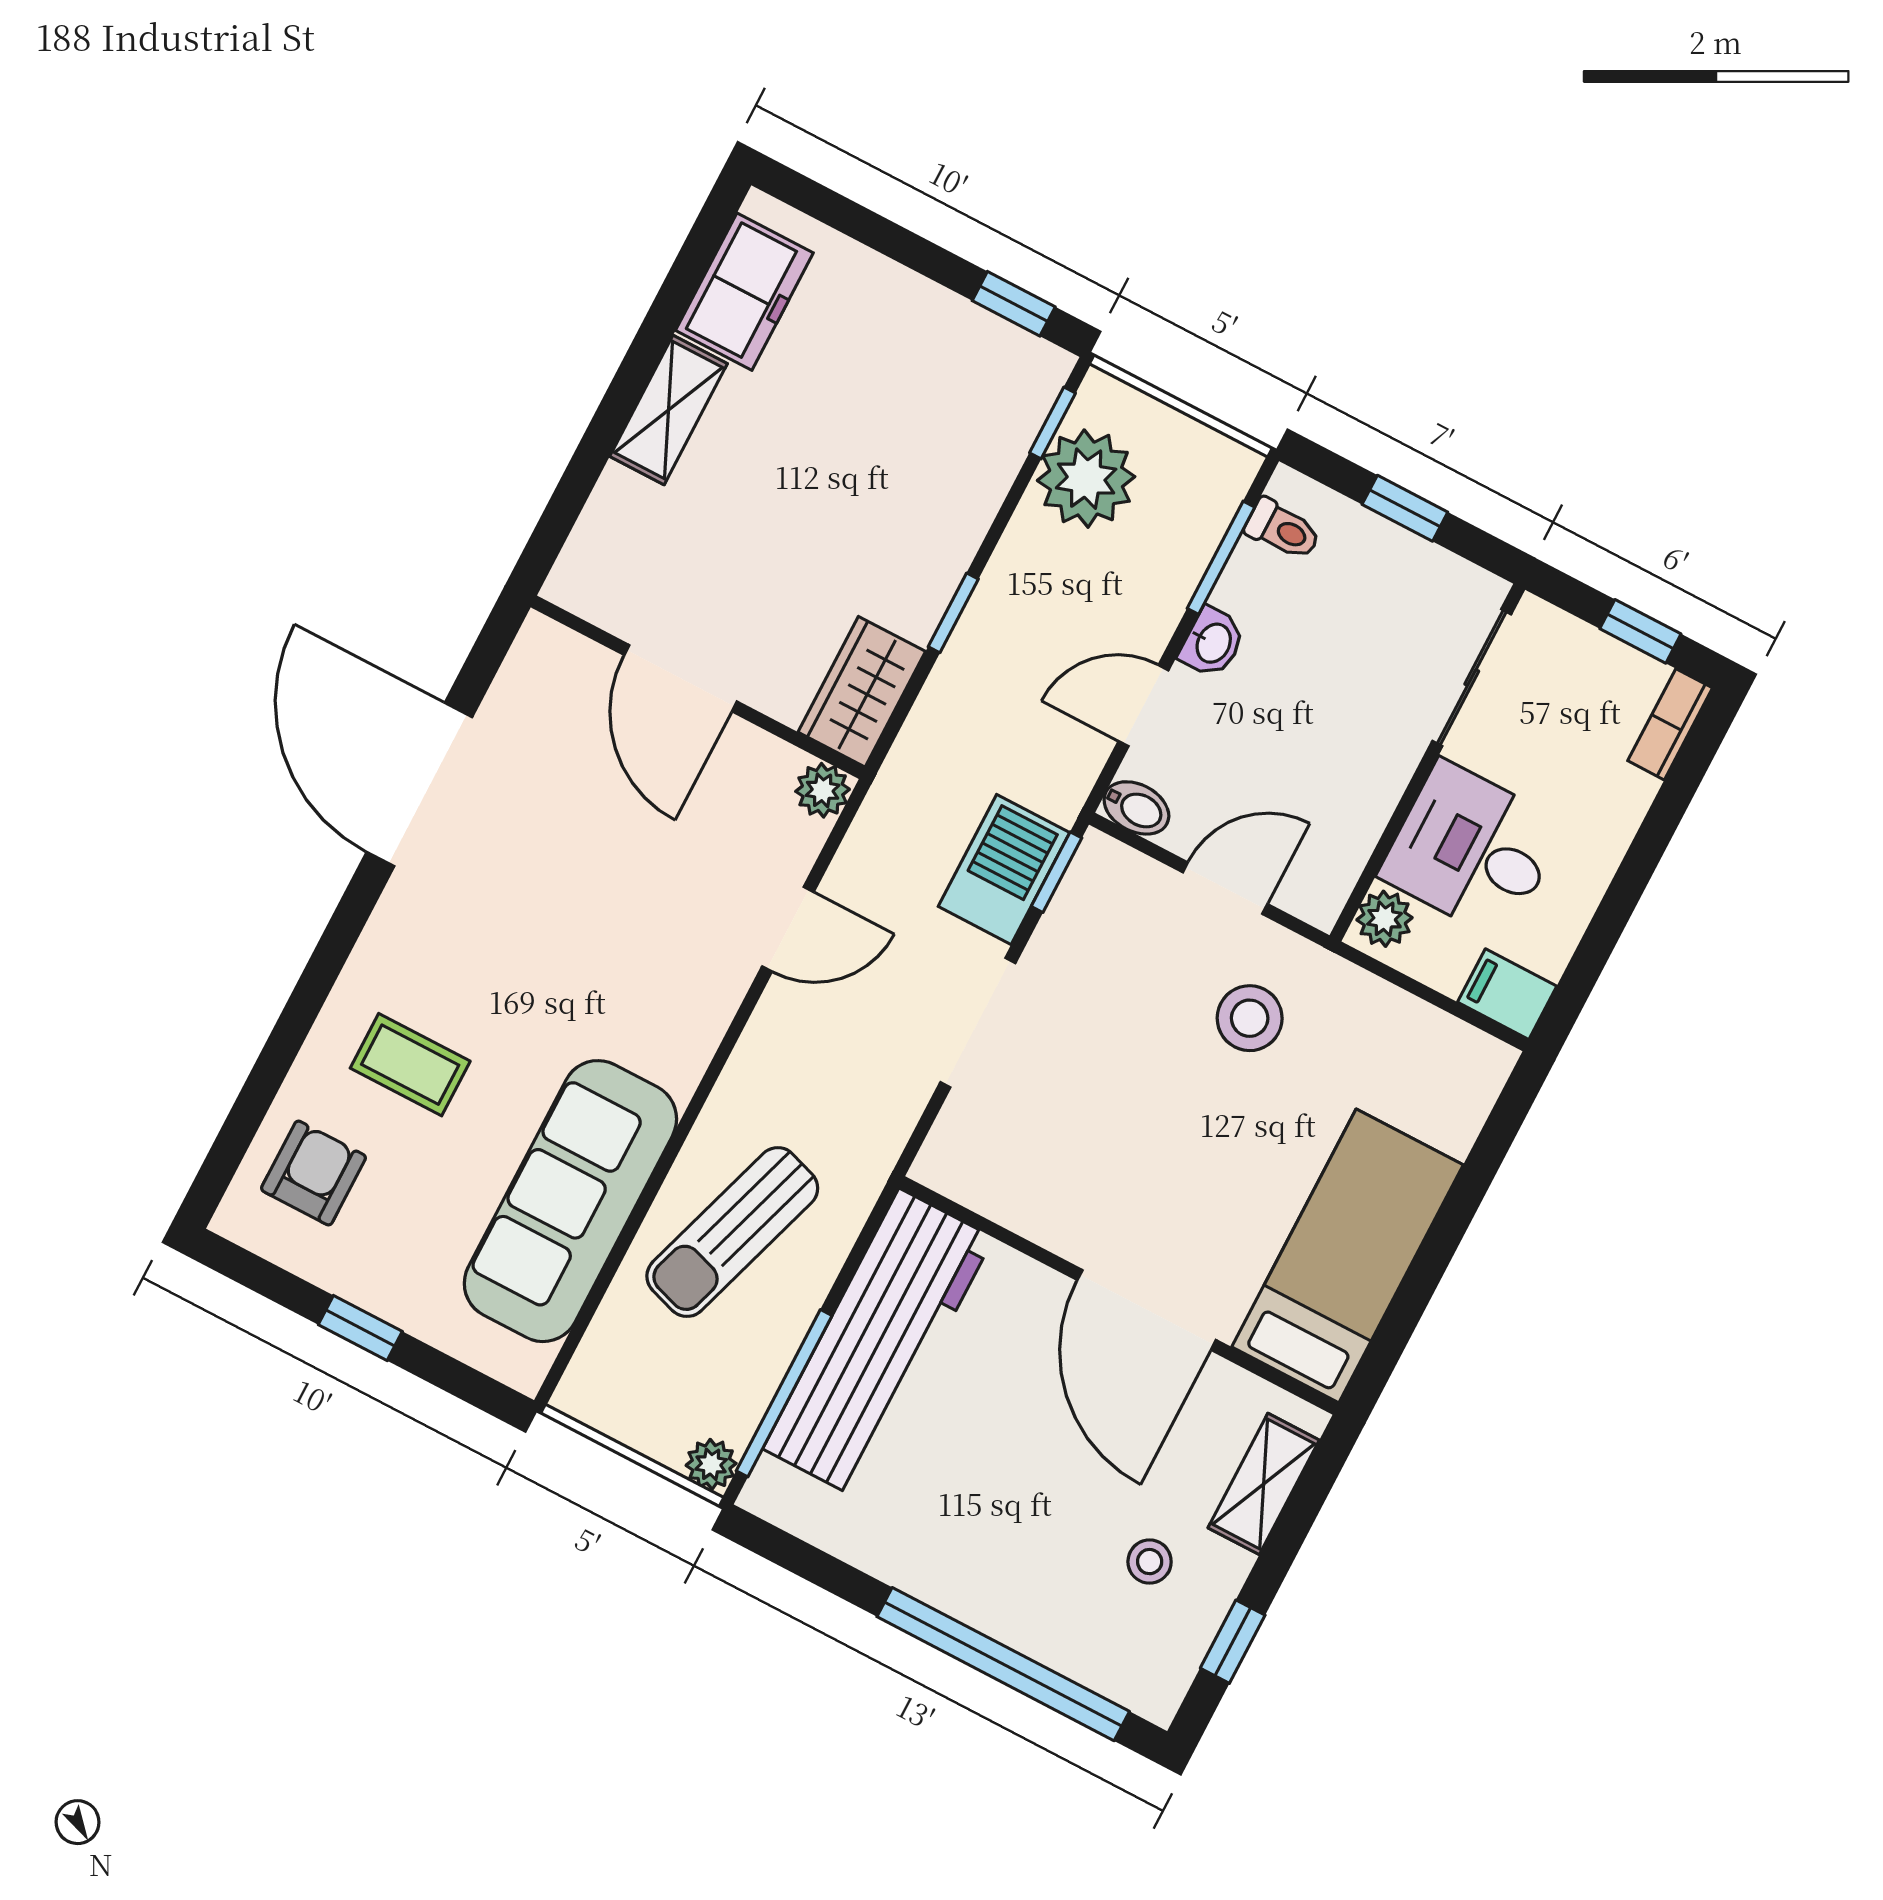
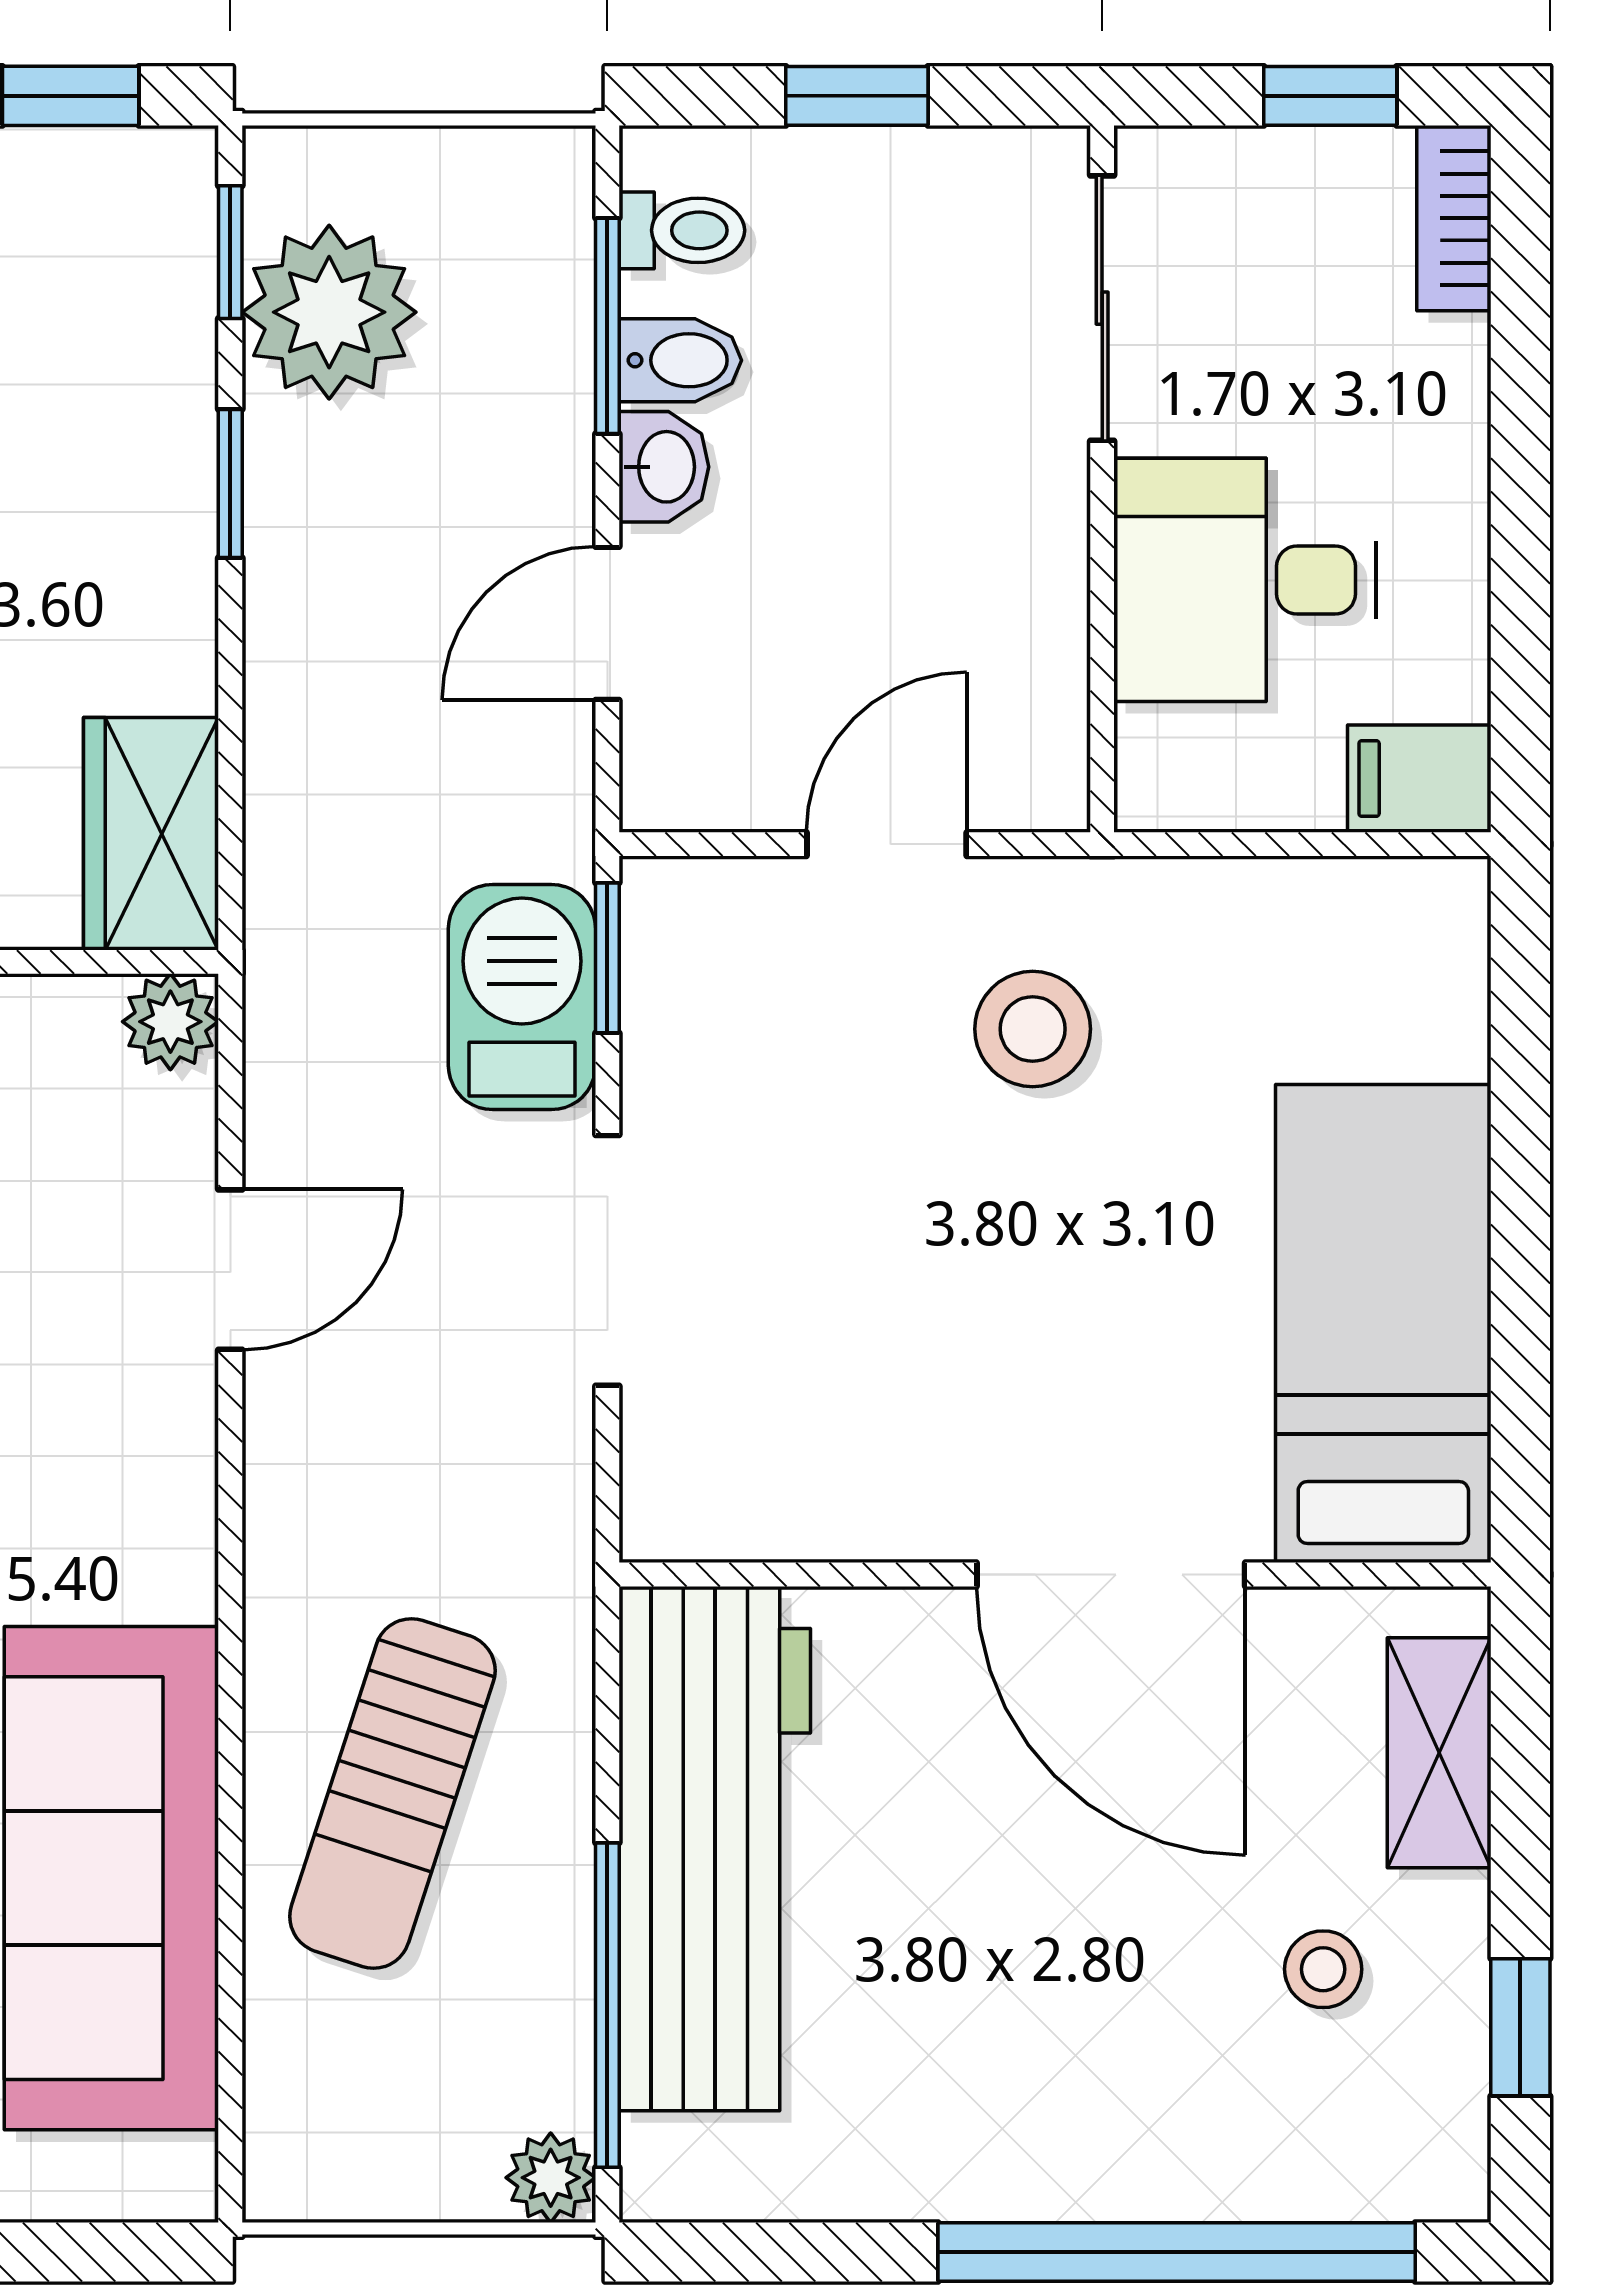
window: (953, 613) -> (230, 483), moved
bidet: (1136, 808) -> (680, 360), moved
plant: (1385, 919) -> (1163, 761), removed

